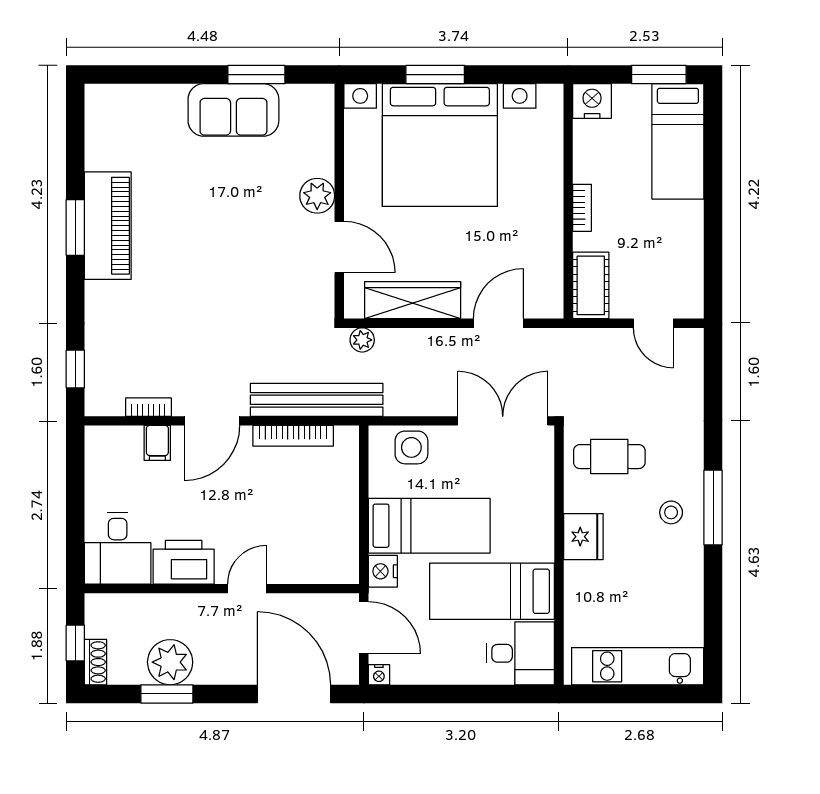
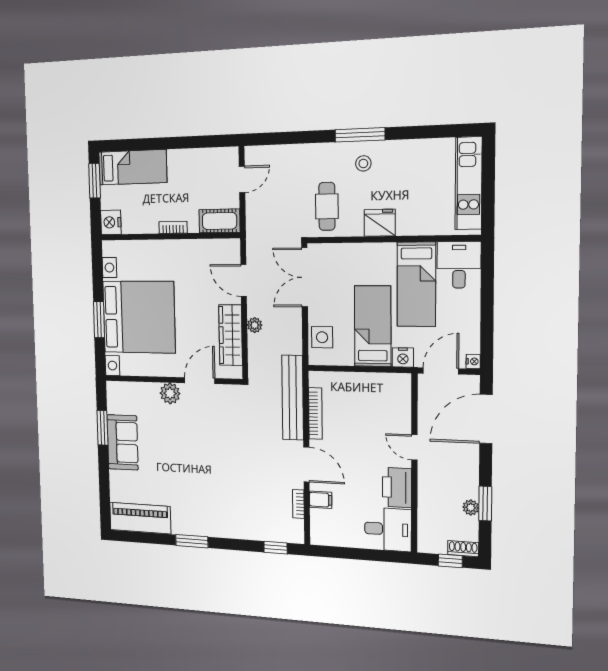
piano: (108, 226) -> (140, 518), moved
plant: (362, 340) -> (255, 325), moved
plant: (170, 662) -> (471, 507), width x0.53, depth x0.53

